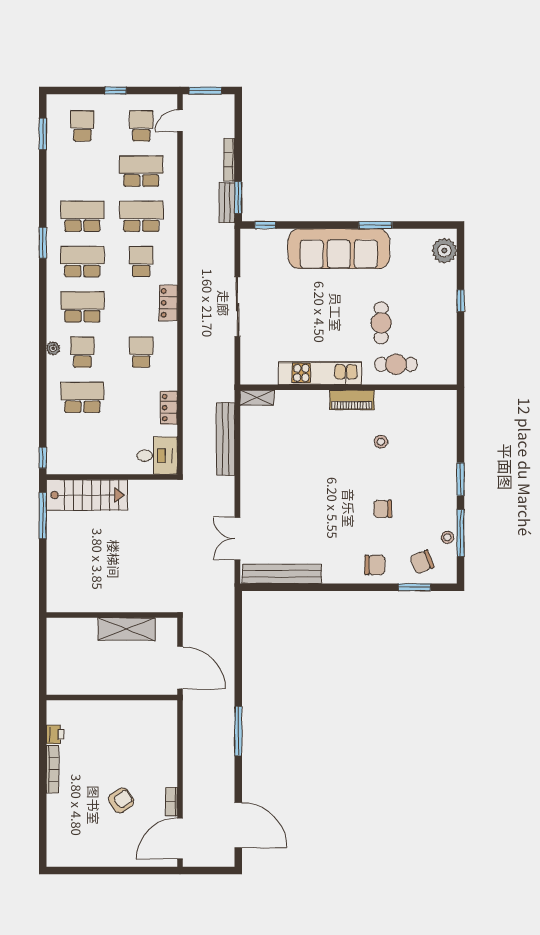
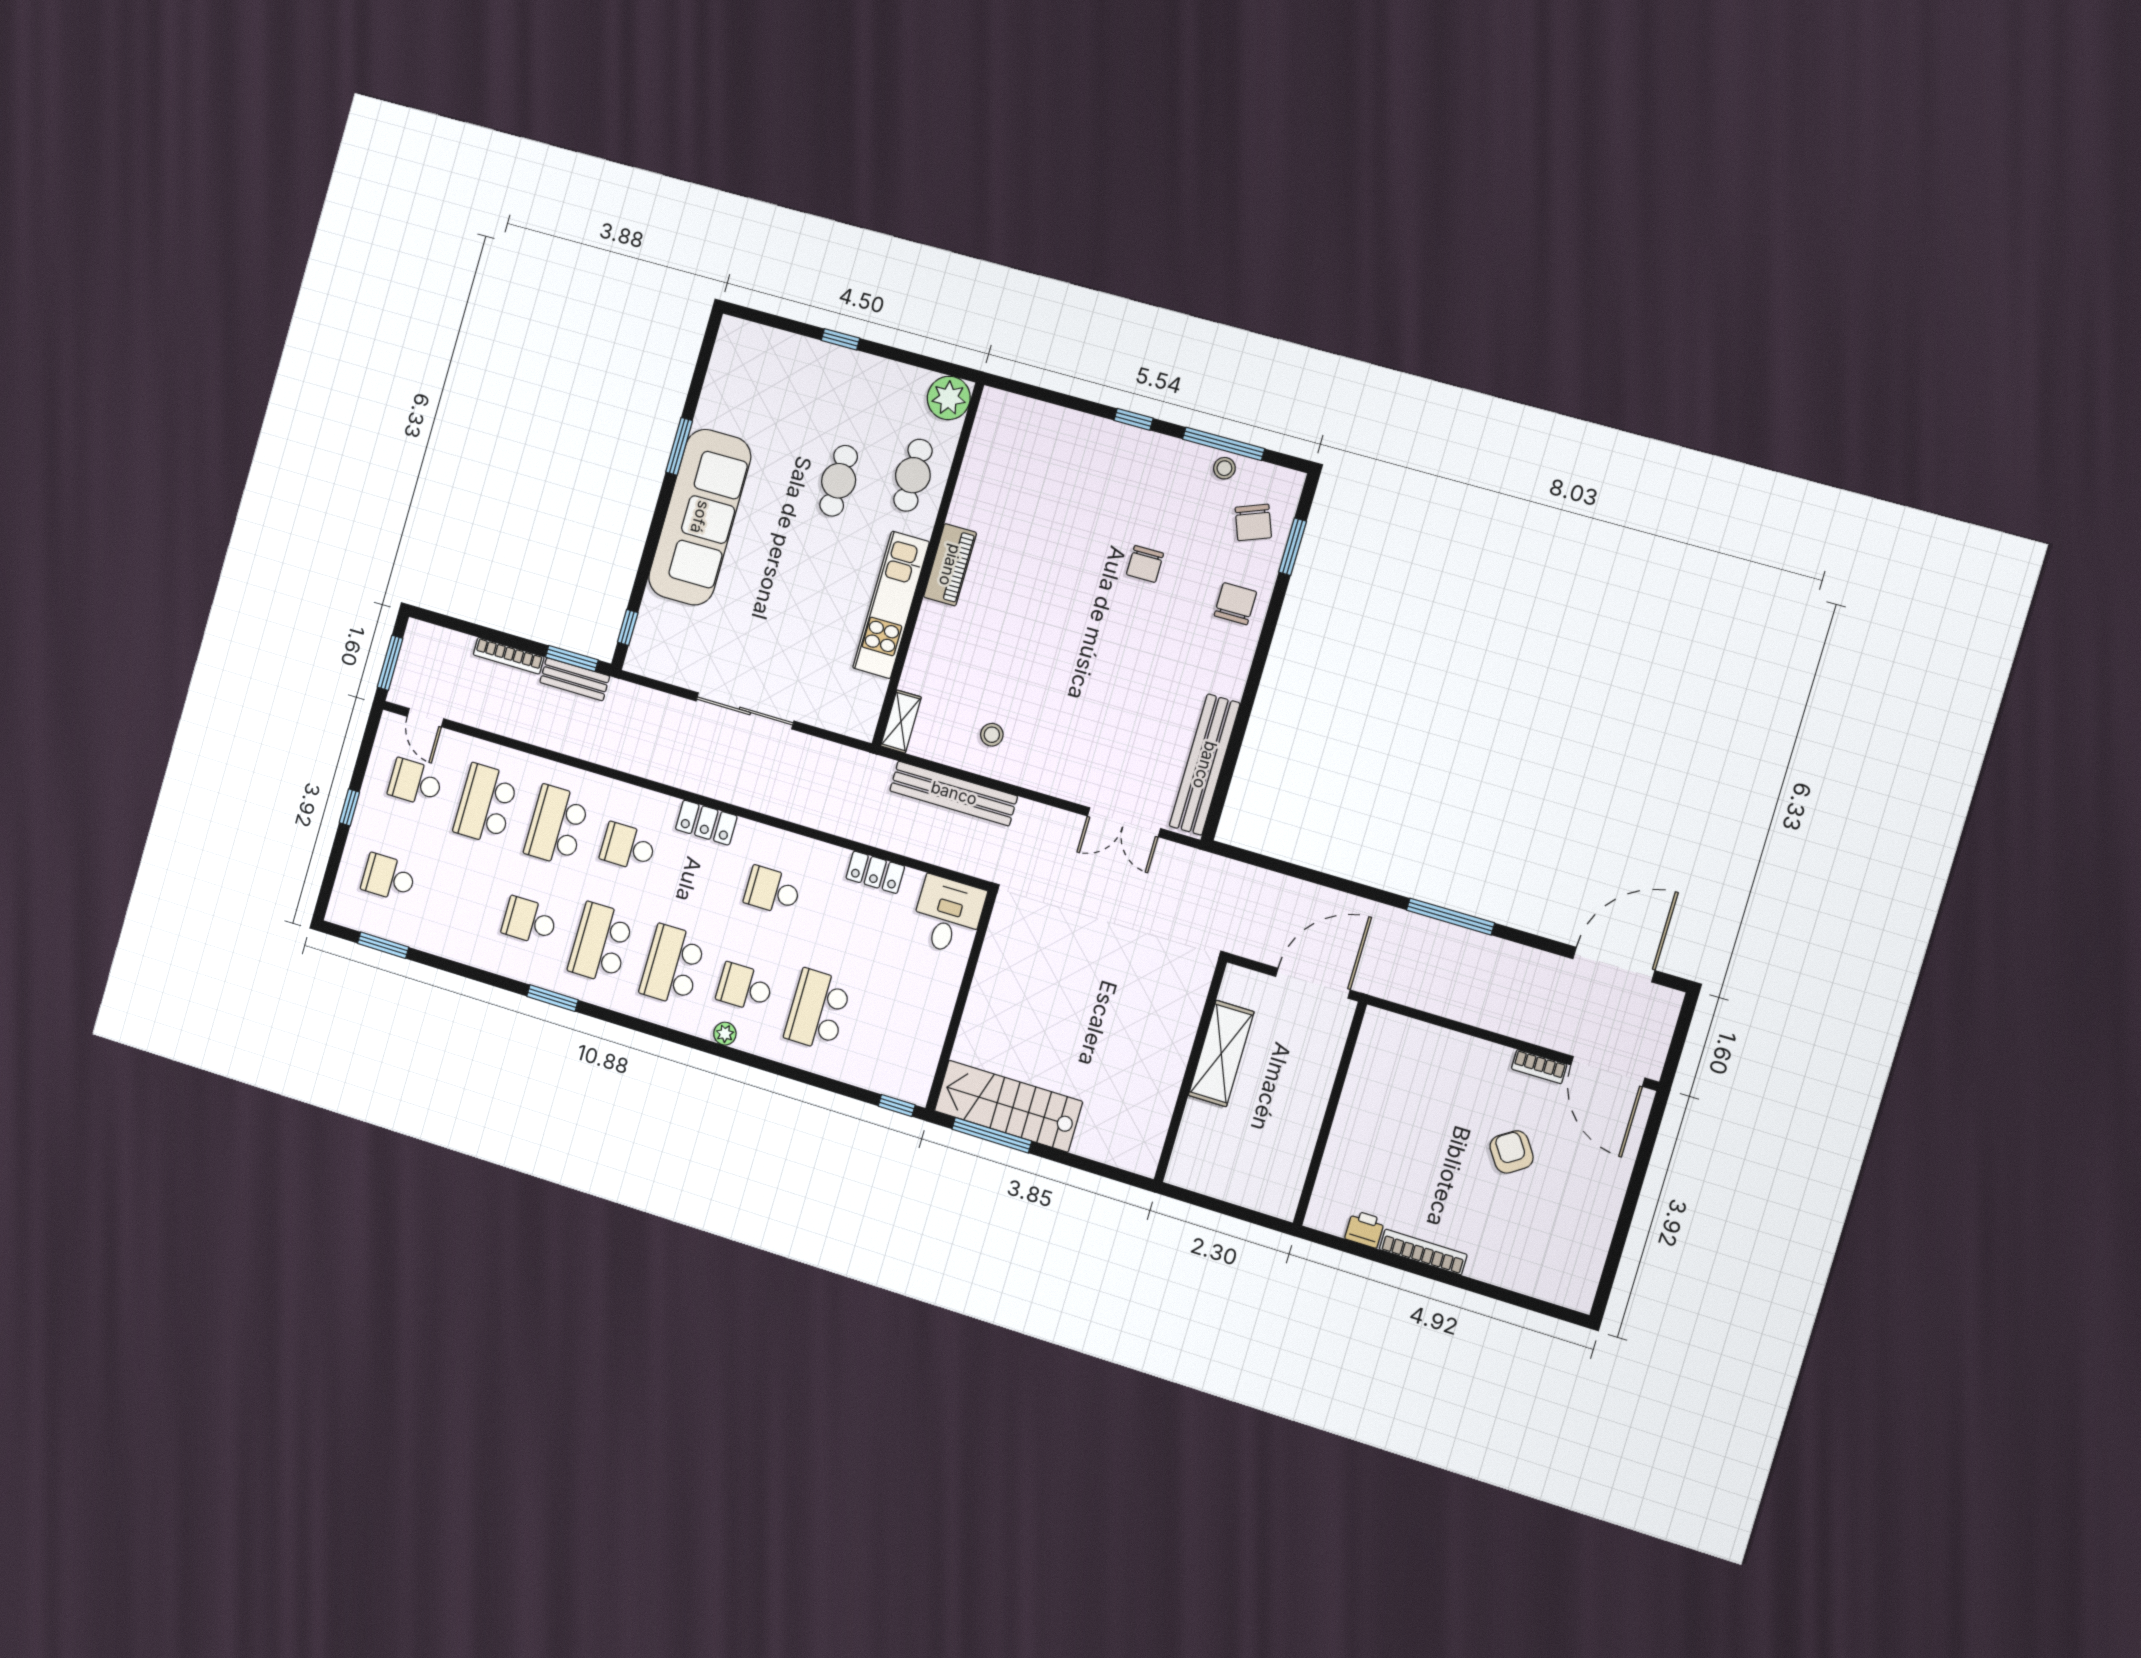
school desk: (82, 216) -> (529, 921), width x0.54
plant: (444, 251) -> (949, 398), moved
cafe table: (381, 323) -> (839, 481), turned 90
stool: (381, 442) -> (992, 735), moved
window: (461, 479) -> (1134, 419), width x0.67
stairs: (87, 495) -> (1008, 1106), moved, turned -90

